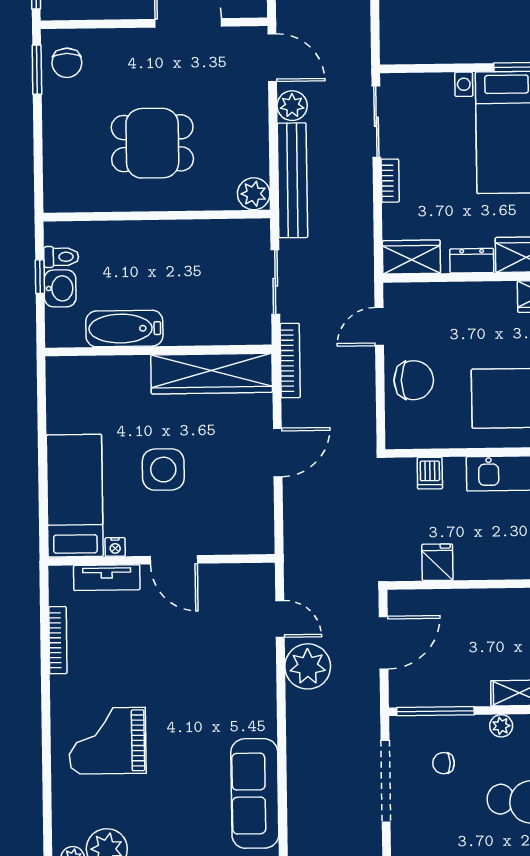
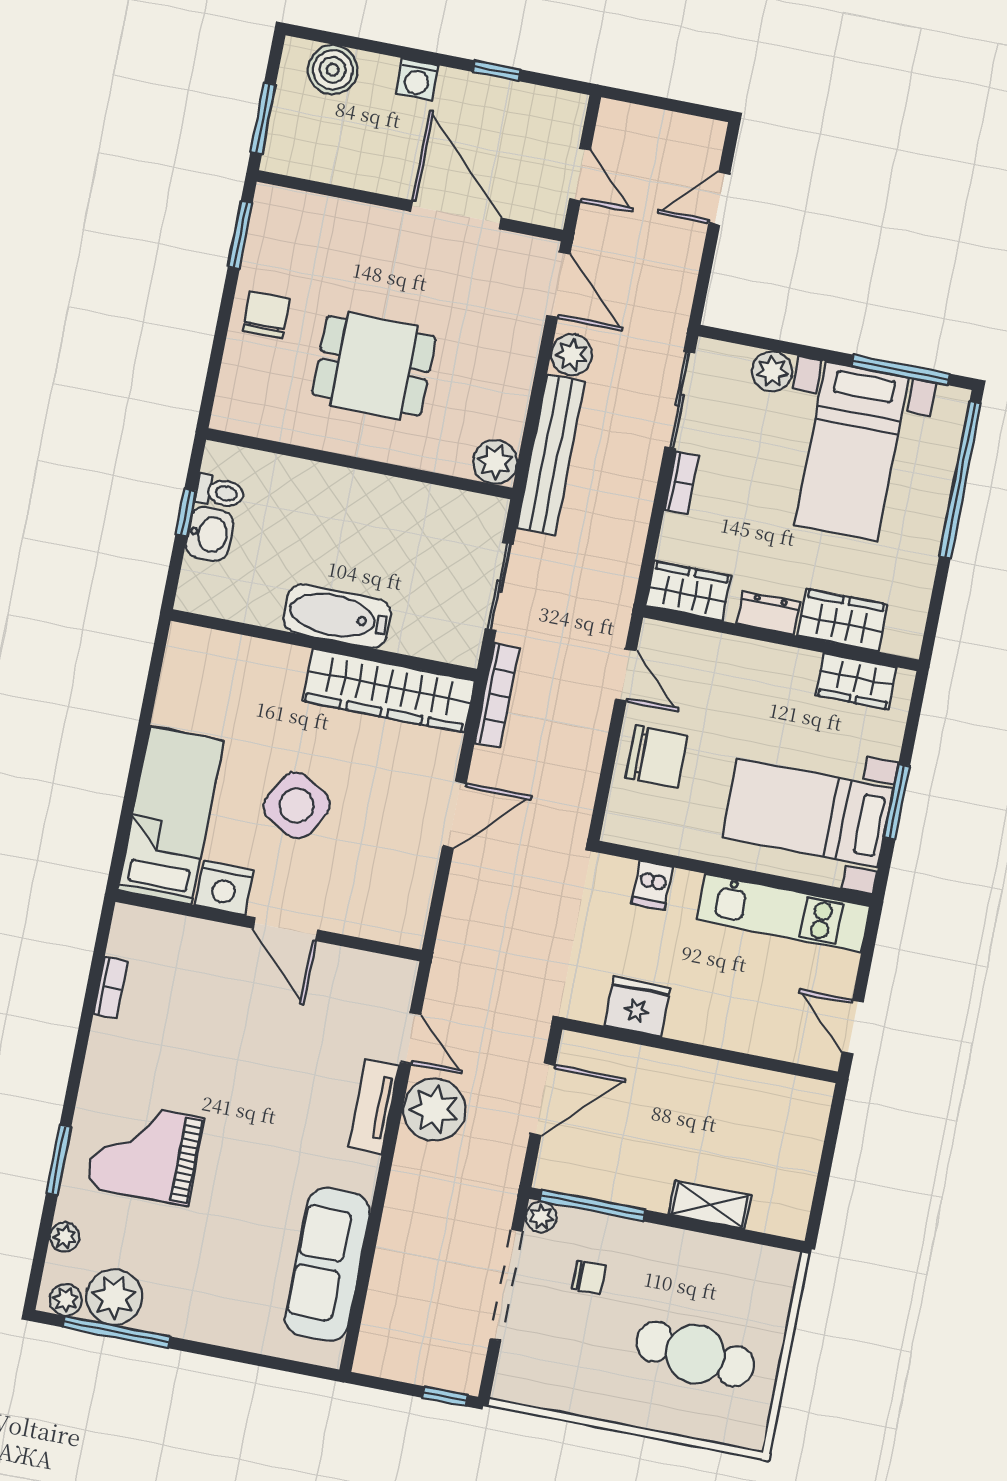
chair: (67, 63) -> (266, 315), moved, turned 180
plant: (438, 87) -> (772, 371), added
door: (379, 327) -> (626, 675), swing flipped
bathtub: (124, 329) -> (337, 616), moved
side table: (163, 470) -> (297, 805), turned 30
nightstand: (115, 547) -> (224, 888), width x1.89, depth x1.79
fridge: (437, 562) -> (637, 1007), width x1.38
tv unit: (107, 578) -> (374, 1106), moved, turned 90
bookcase: (58, 640) -> (111, 988), width x0.64
plant: (501, 726) -> (541, 1217), moved
window: (47, 759) -> (59, 1160), added
chair: (444, 763) -> (589, 1277), turned 180
plant: (62, 813) -> (65, 1237), added

